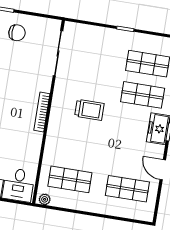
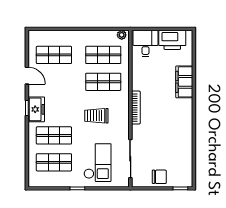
chair: (17, 33) -> (159, 177), moved, turned 180
checkout: (97, 55) -> (97, 163), added
shop shelf: (75, 148) -> (103, 82), added

